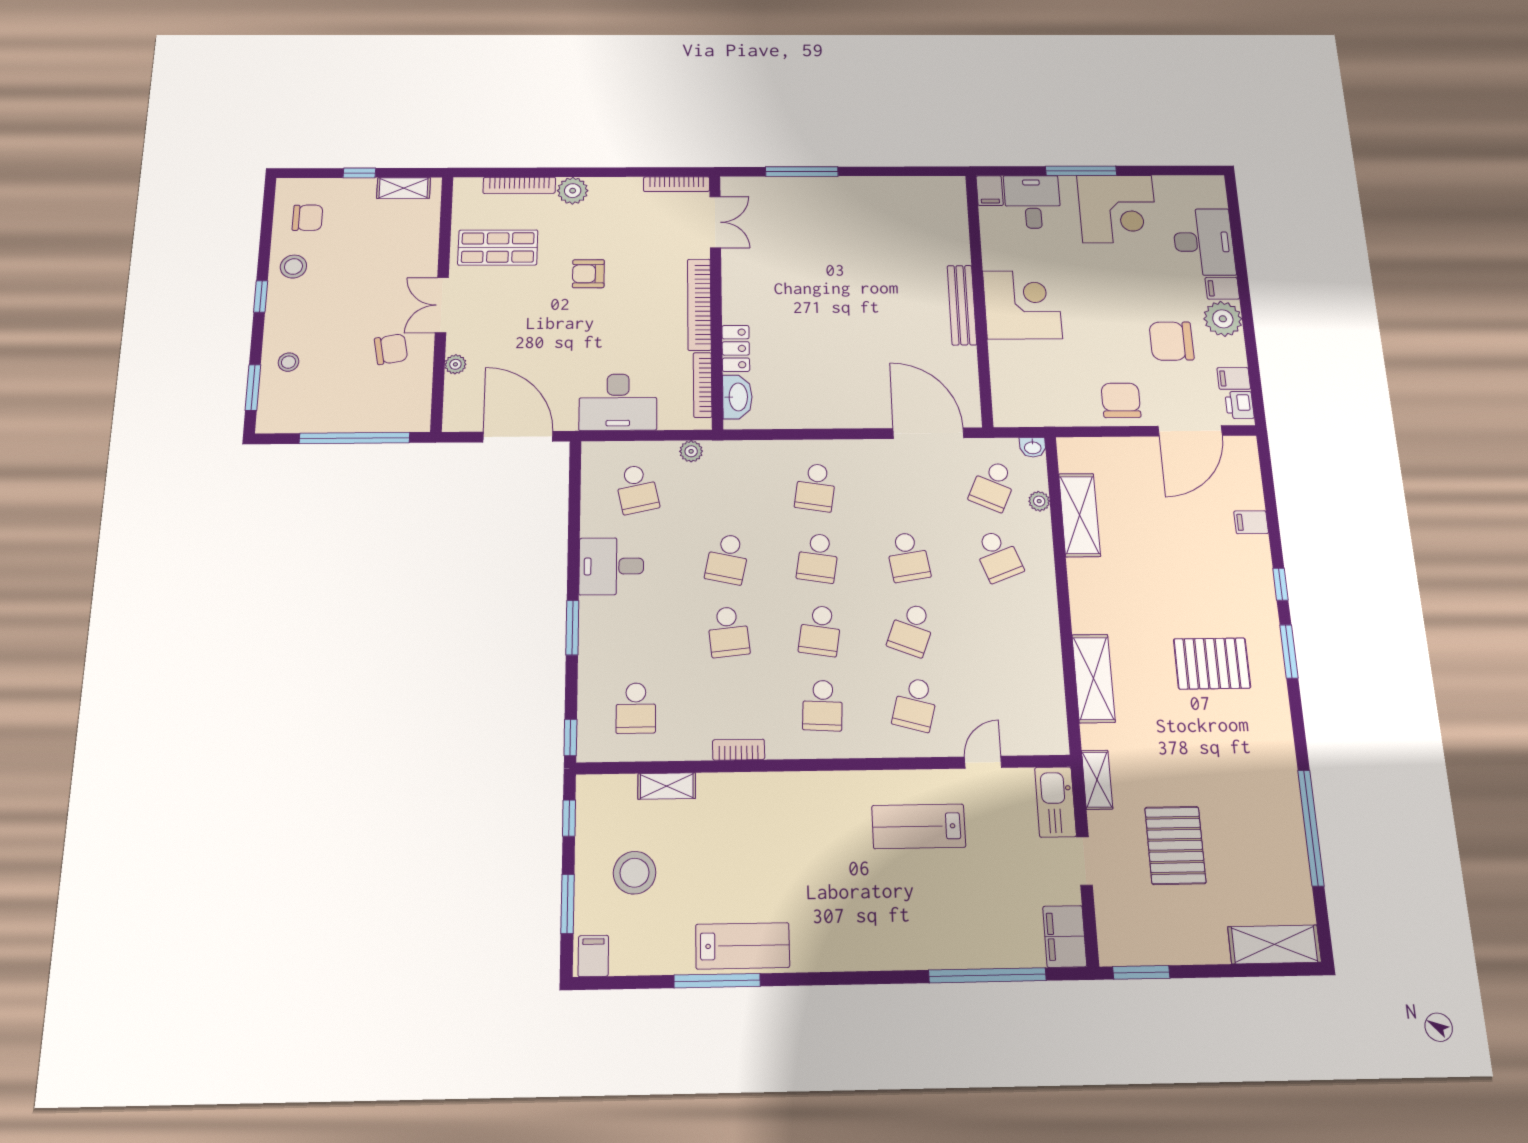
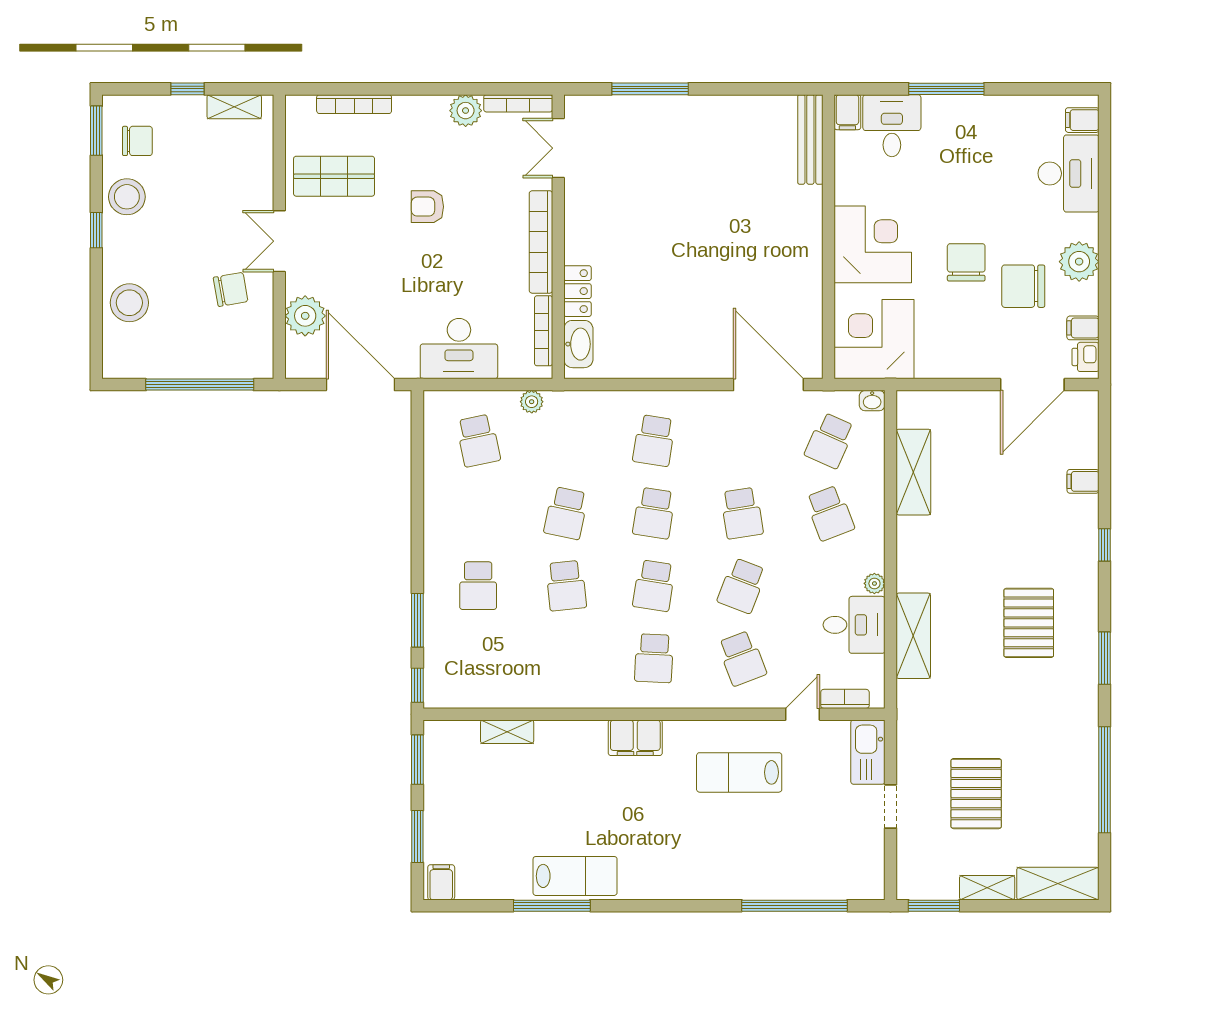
plant: (573, 191) -> (466, 111), moved
corner desk: (1117, 209) -> (874, 339), moved, turned 180
double door: (715, 222) -> (558, 148), swing flipped
stool: (293, 267) -> (127, 197), width x1.38, depth x1.38
filing cabinet: (1222, 288) -> (1082, 120), moved
bench: (962, 305) -> (810, 139), moved
stool: (288, 362) -> (129, 303), width x1.89, depth x1.89
plant: (455, 364) -> (305, 316), width x1.88, depth x1.88
window: (253, 387) -> (96, 131), moved
chair: (1121, 400) -> (966, 262), moved
plant: (1039, 501) -> (874, 583), moved
desk: (611, 566) -> (854, 625), moved, turned 180
window: (572, 628) -> (417, 620), moved
window: (1289, 651) -> (1105, 658), moved
pallet: (1212, 663) -> (1029, 623), turned 90
school desk: (915, 704) -> (742, 658), turned -36
school desk: (636, 708) -> (478, 586), moved
bookcase: (739, 750) -> (845, 699), moved
shelving: (1097, 780) -> (987, 888), moved, turned 90
window: (569, 818) -> (417, 760), width x1.50
stool: (635, 873) -> (478, 810), removed
filing cabinet: (1065, 936) -> (635, 738), moved, turned -90

